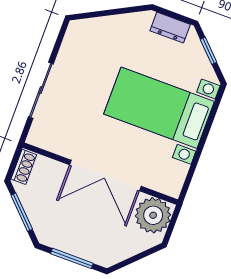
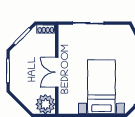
double door: (105, 175) -> (57, 72), width x0.73

